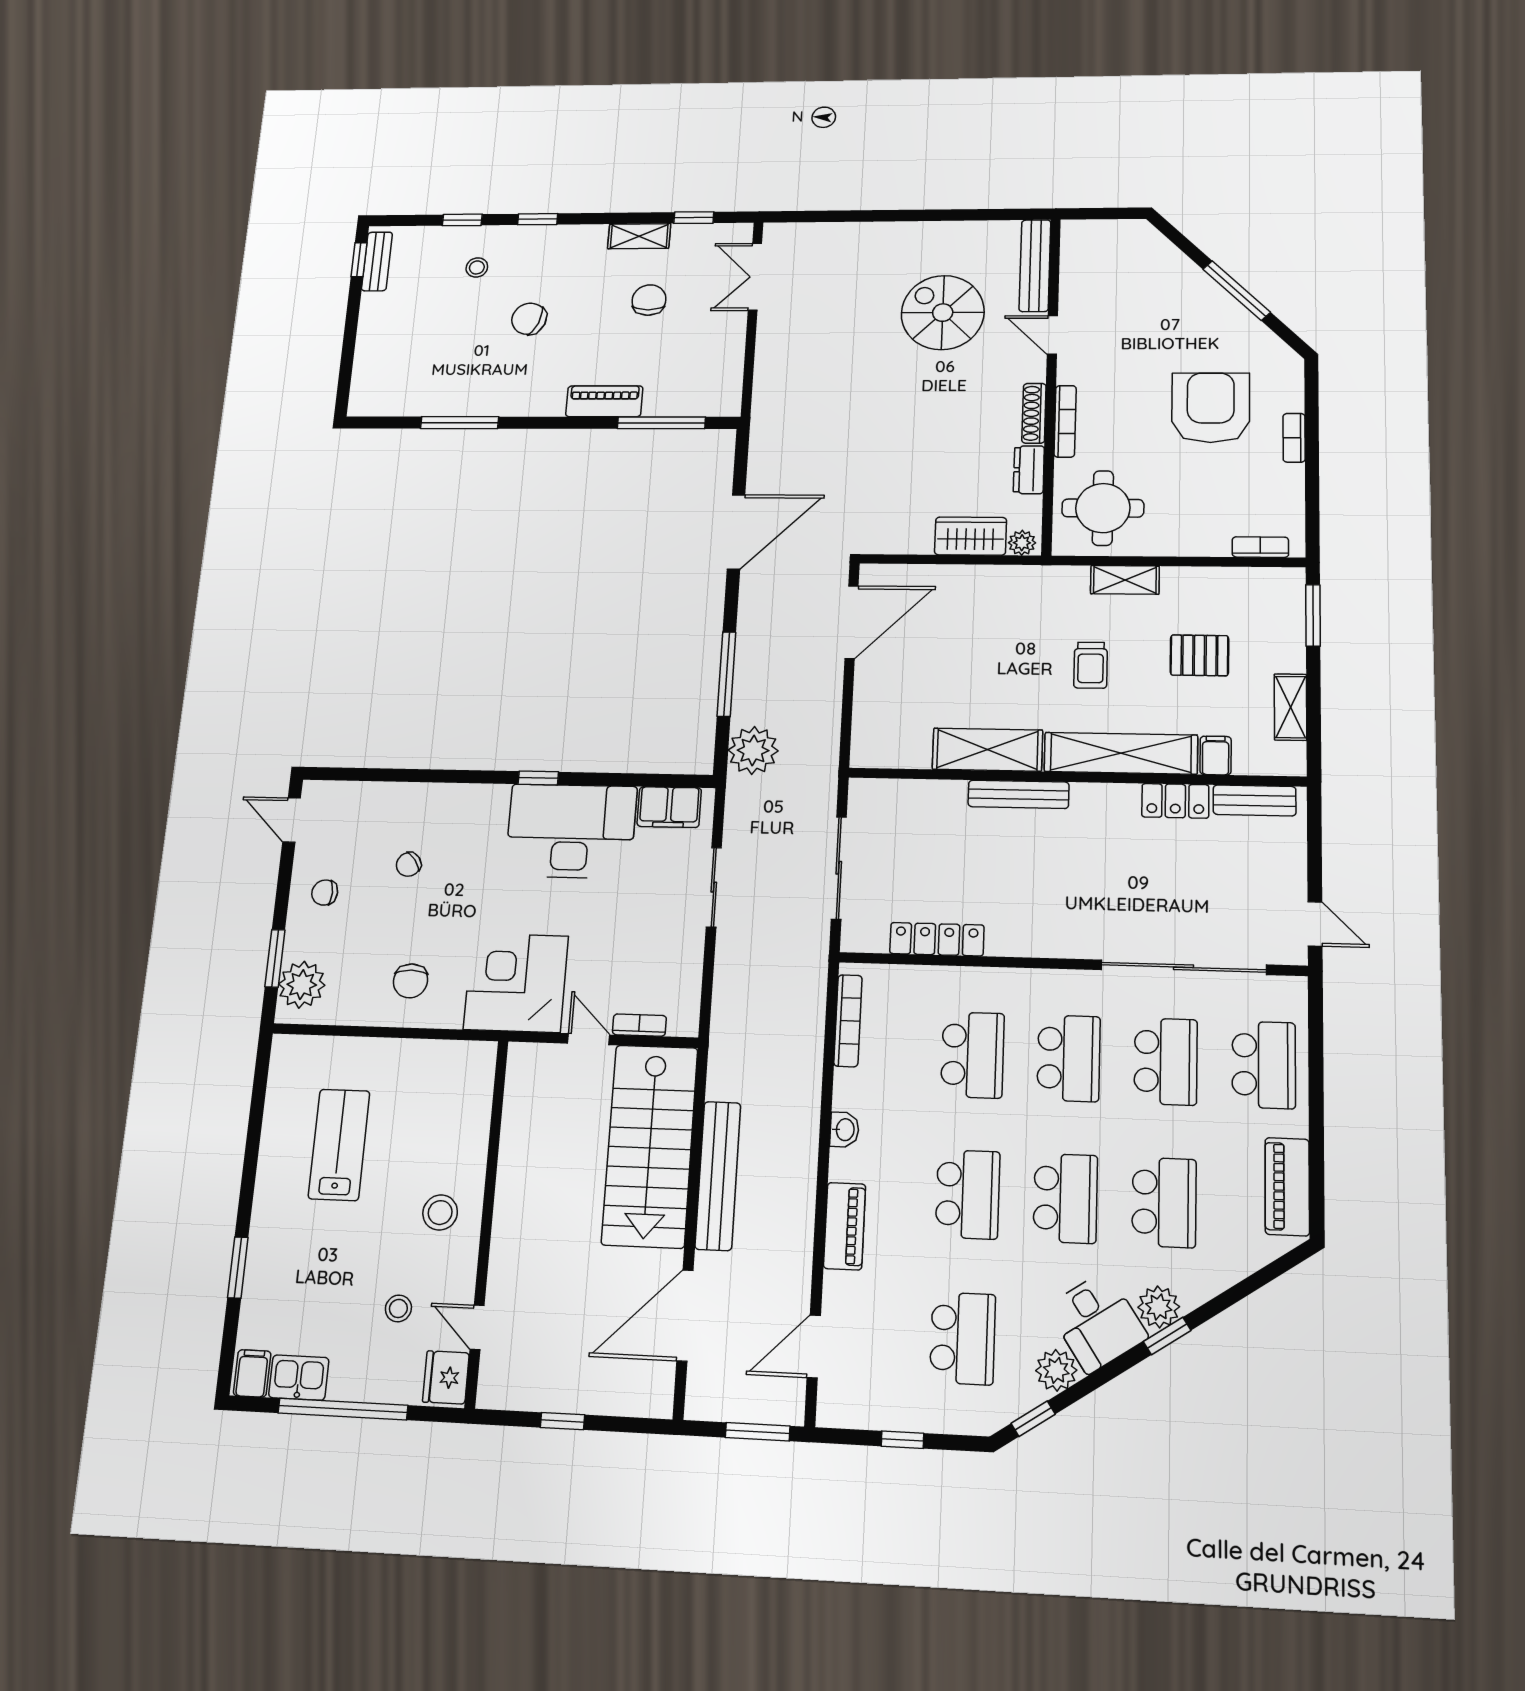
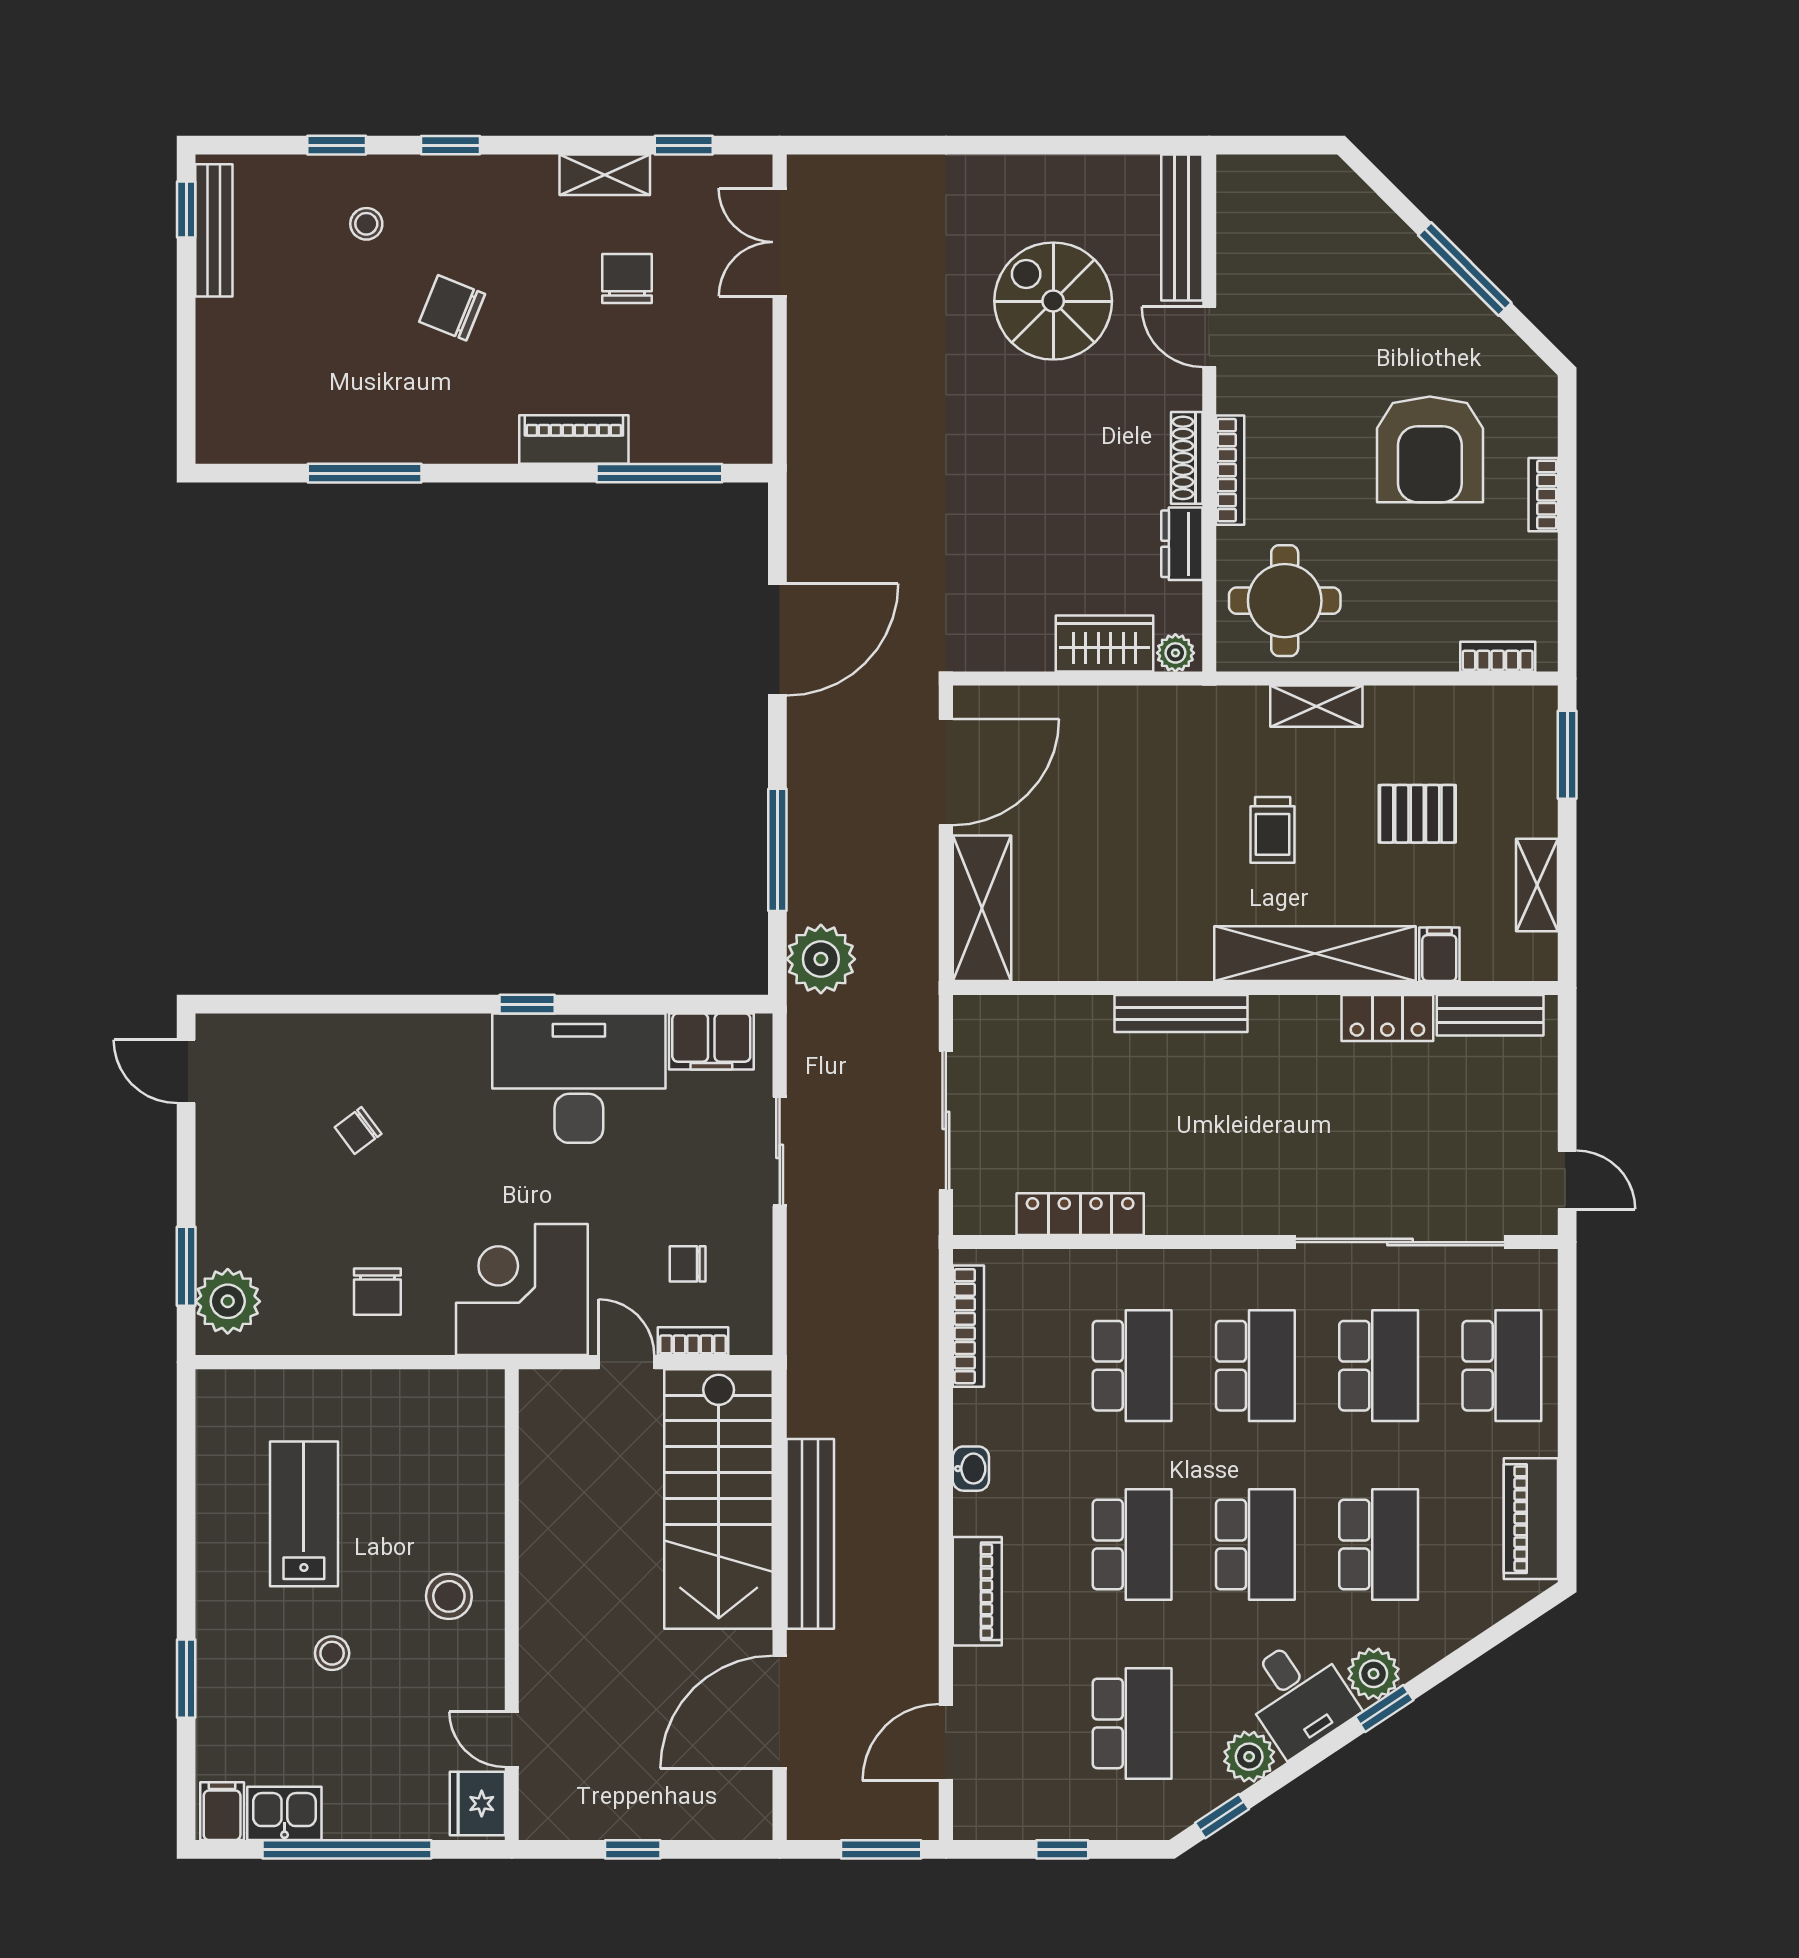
bench: (377, 261) -> (214, 230), width x1.36
armchair: (1211, 408) -> (1430, 449), turned 180
shelving: (987, 750) -> (982, 908), moved, turned 90
chair: (325, 893) -> (688, 1264), moved
stool: (398, 1308) -> (332, 1653), moved

